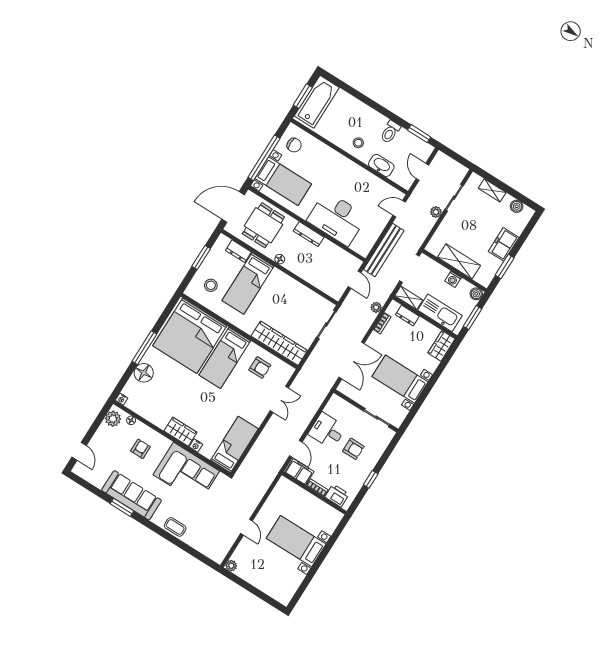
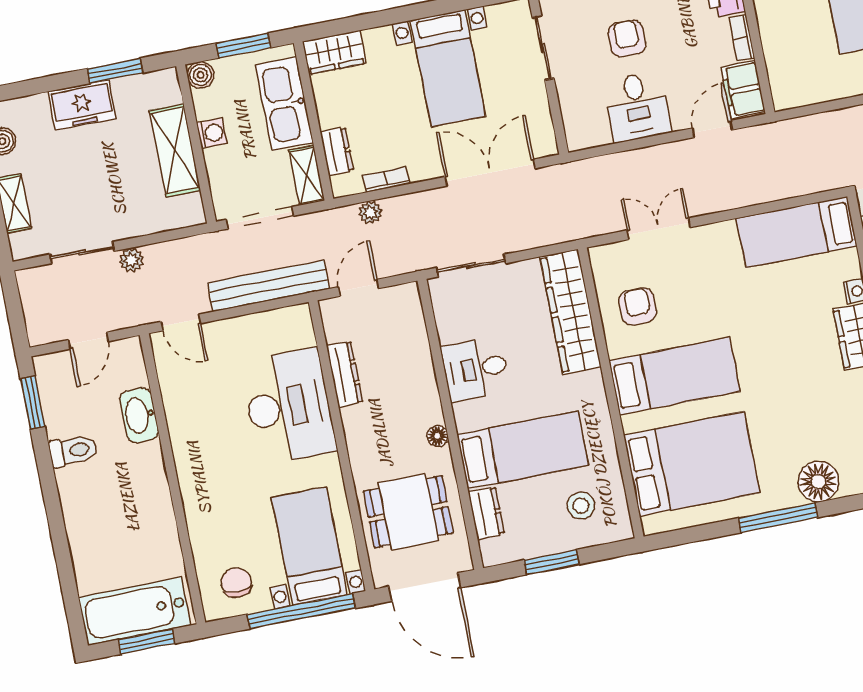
stool: (358, 143) -> (138, 485), removed
dresser: (309, 234) -> (345, 374), moved
desk: (290, 293) -> (475, 369), added
bed: (190, 336) -> (692, 464), width x0.73

